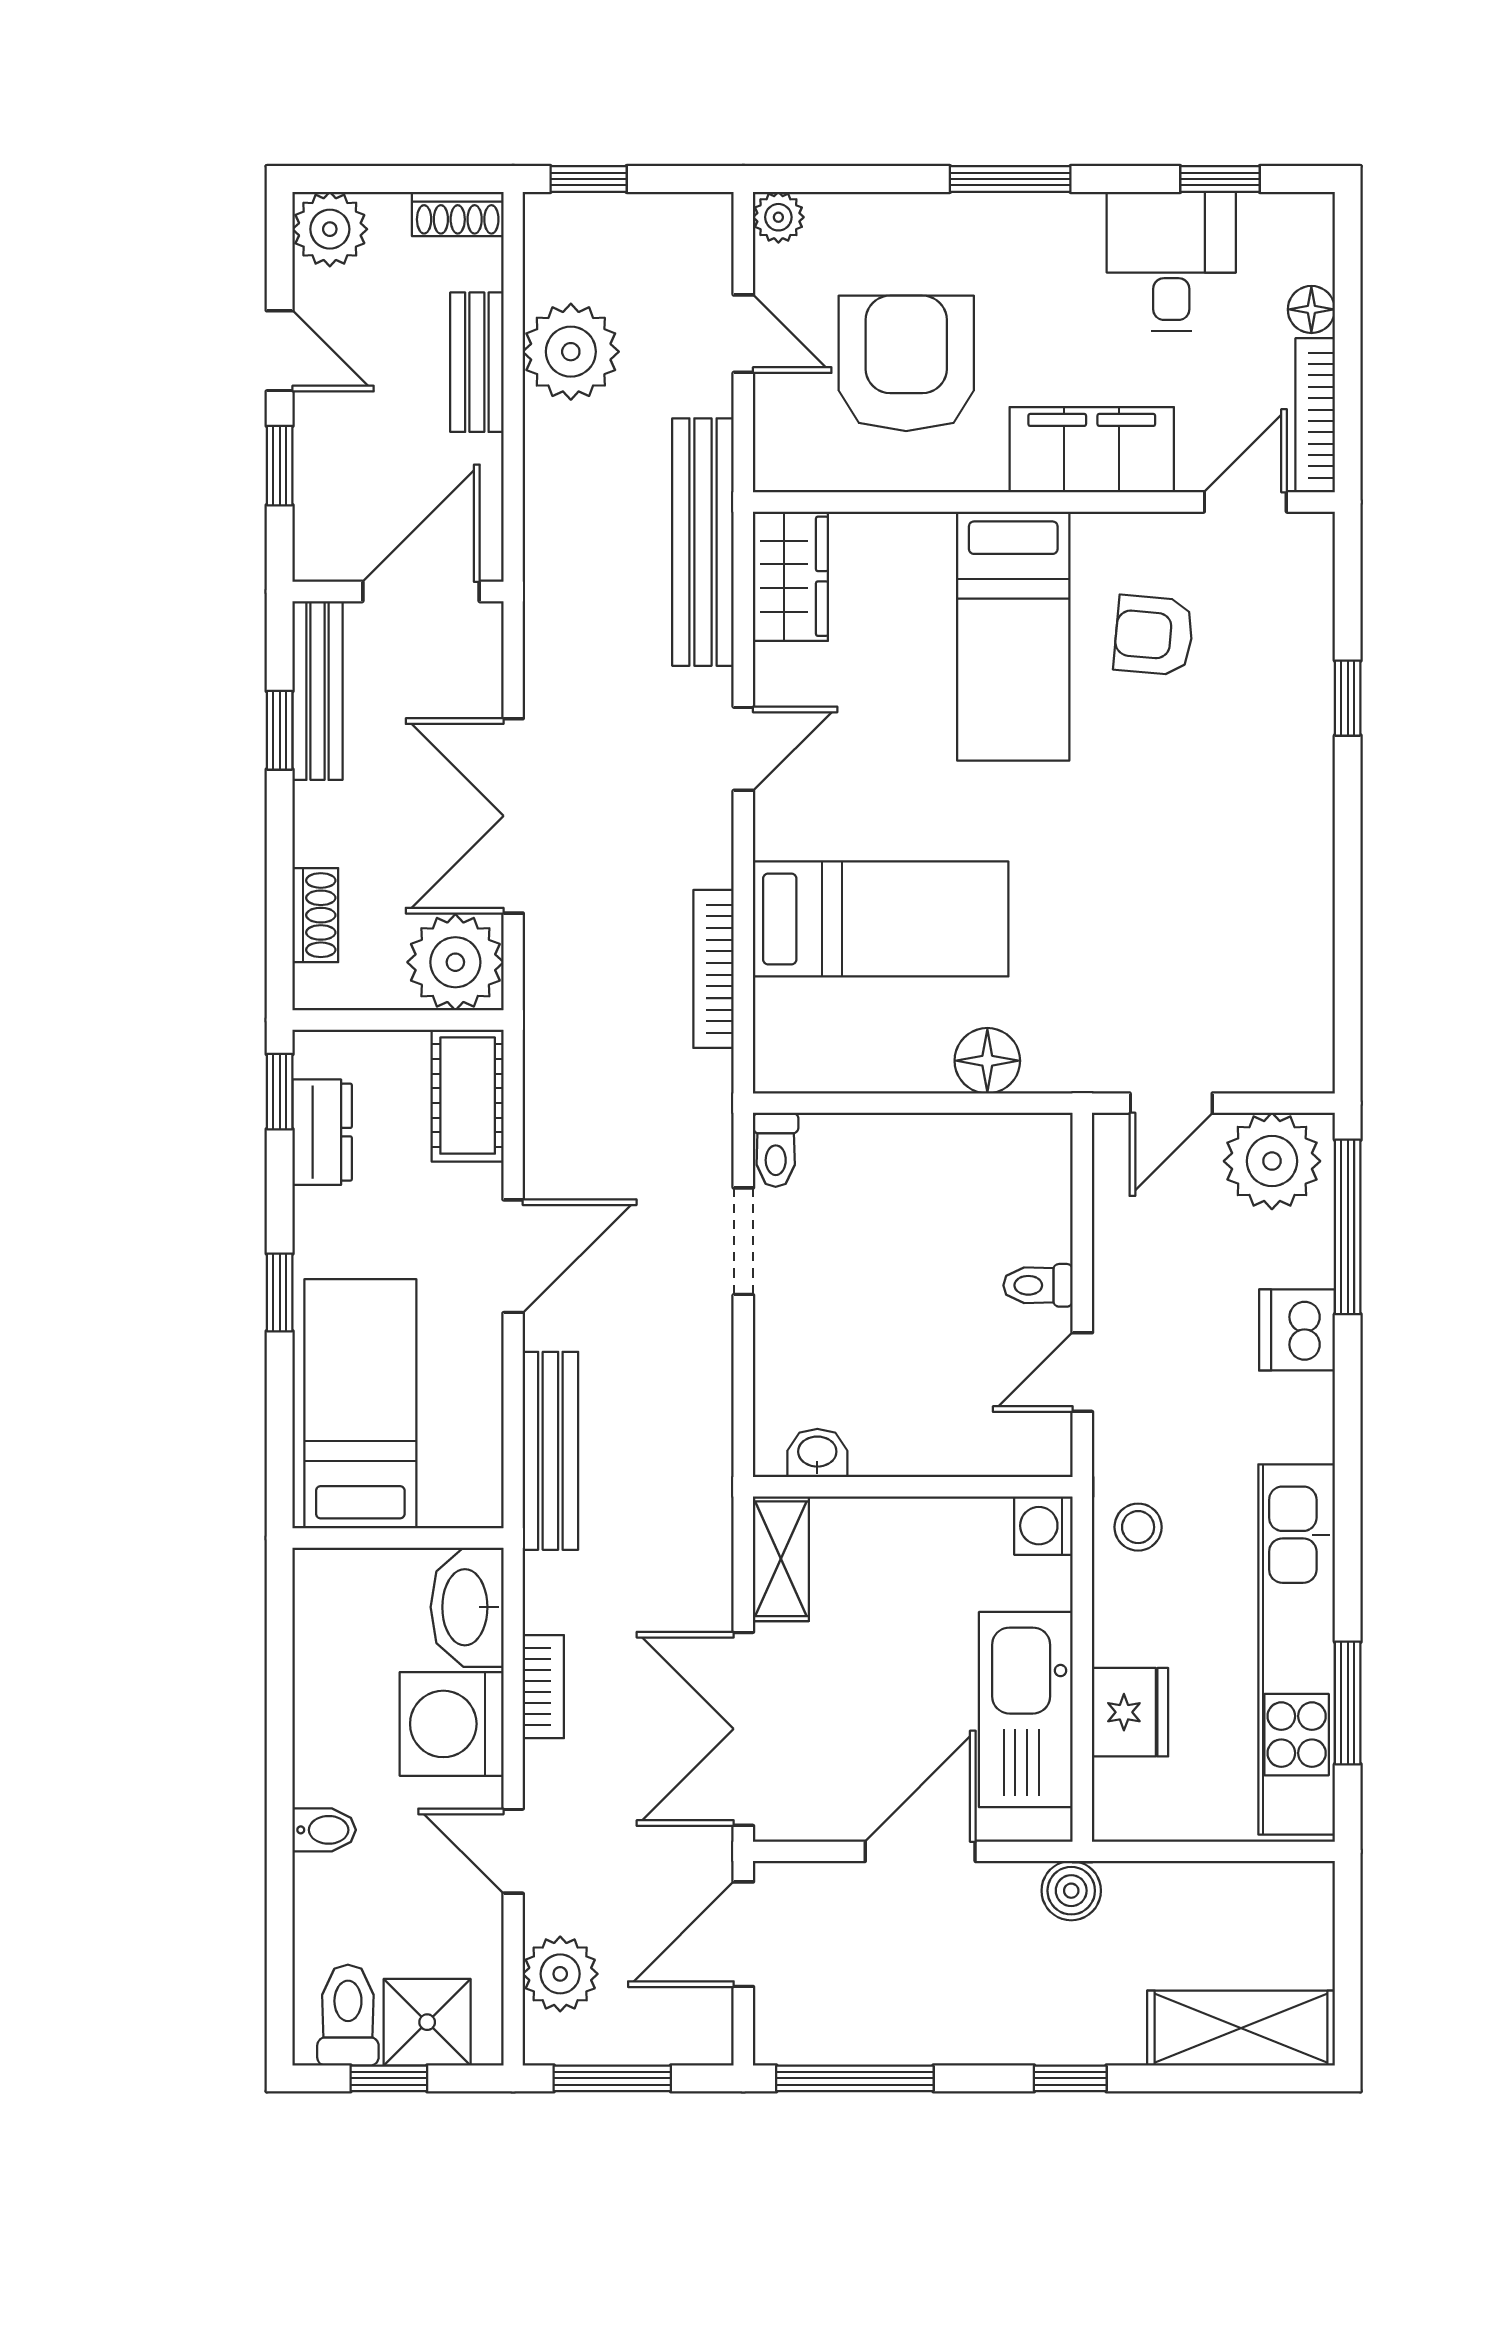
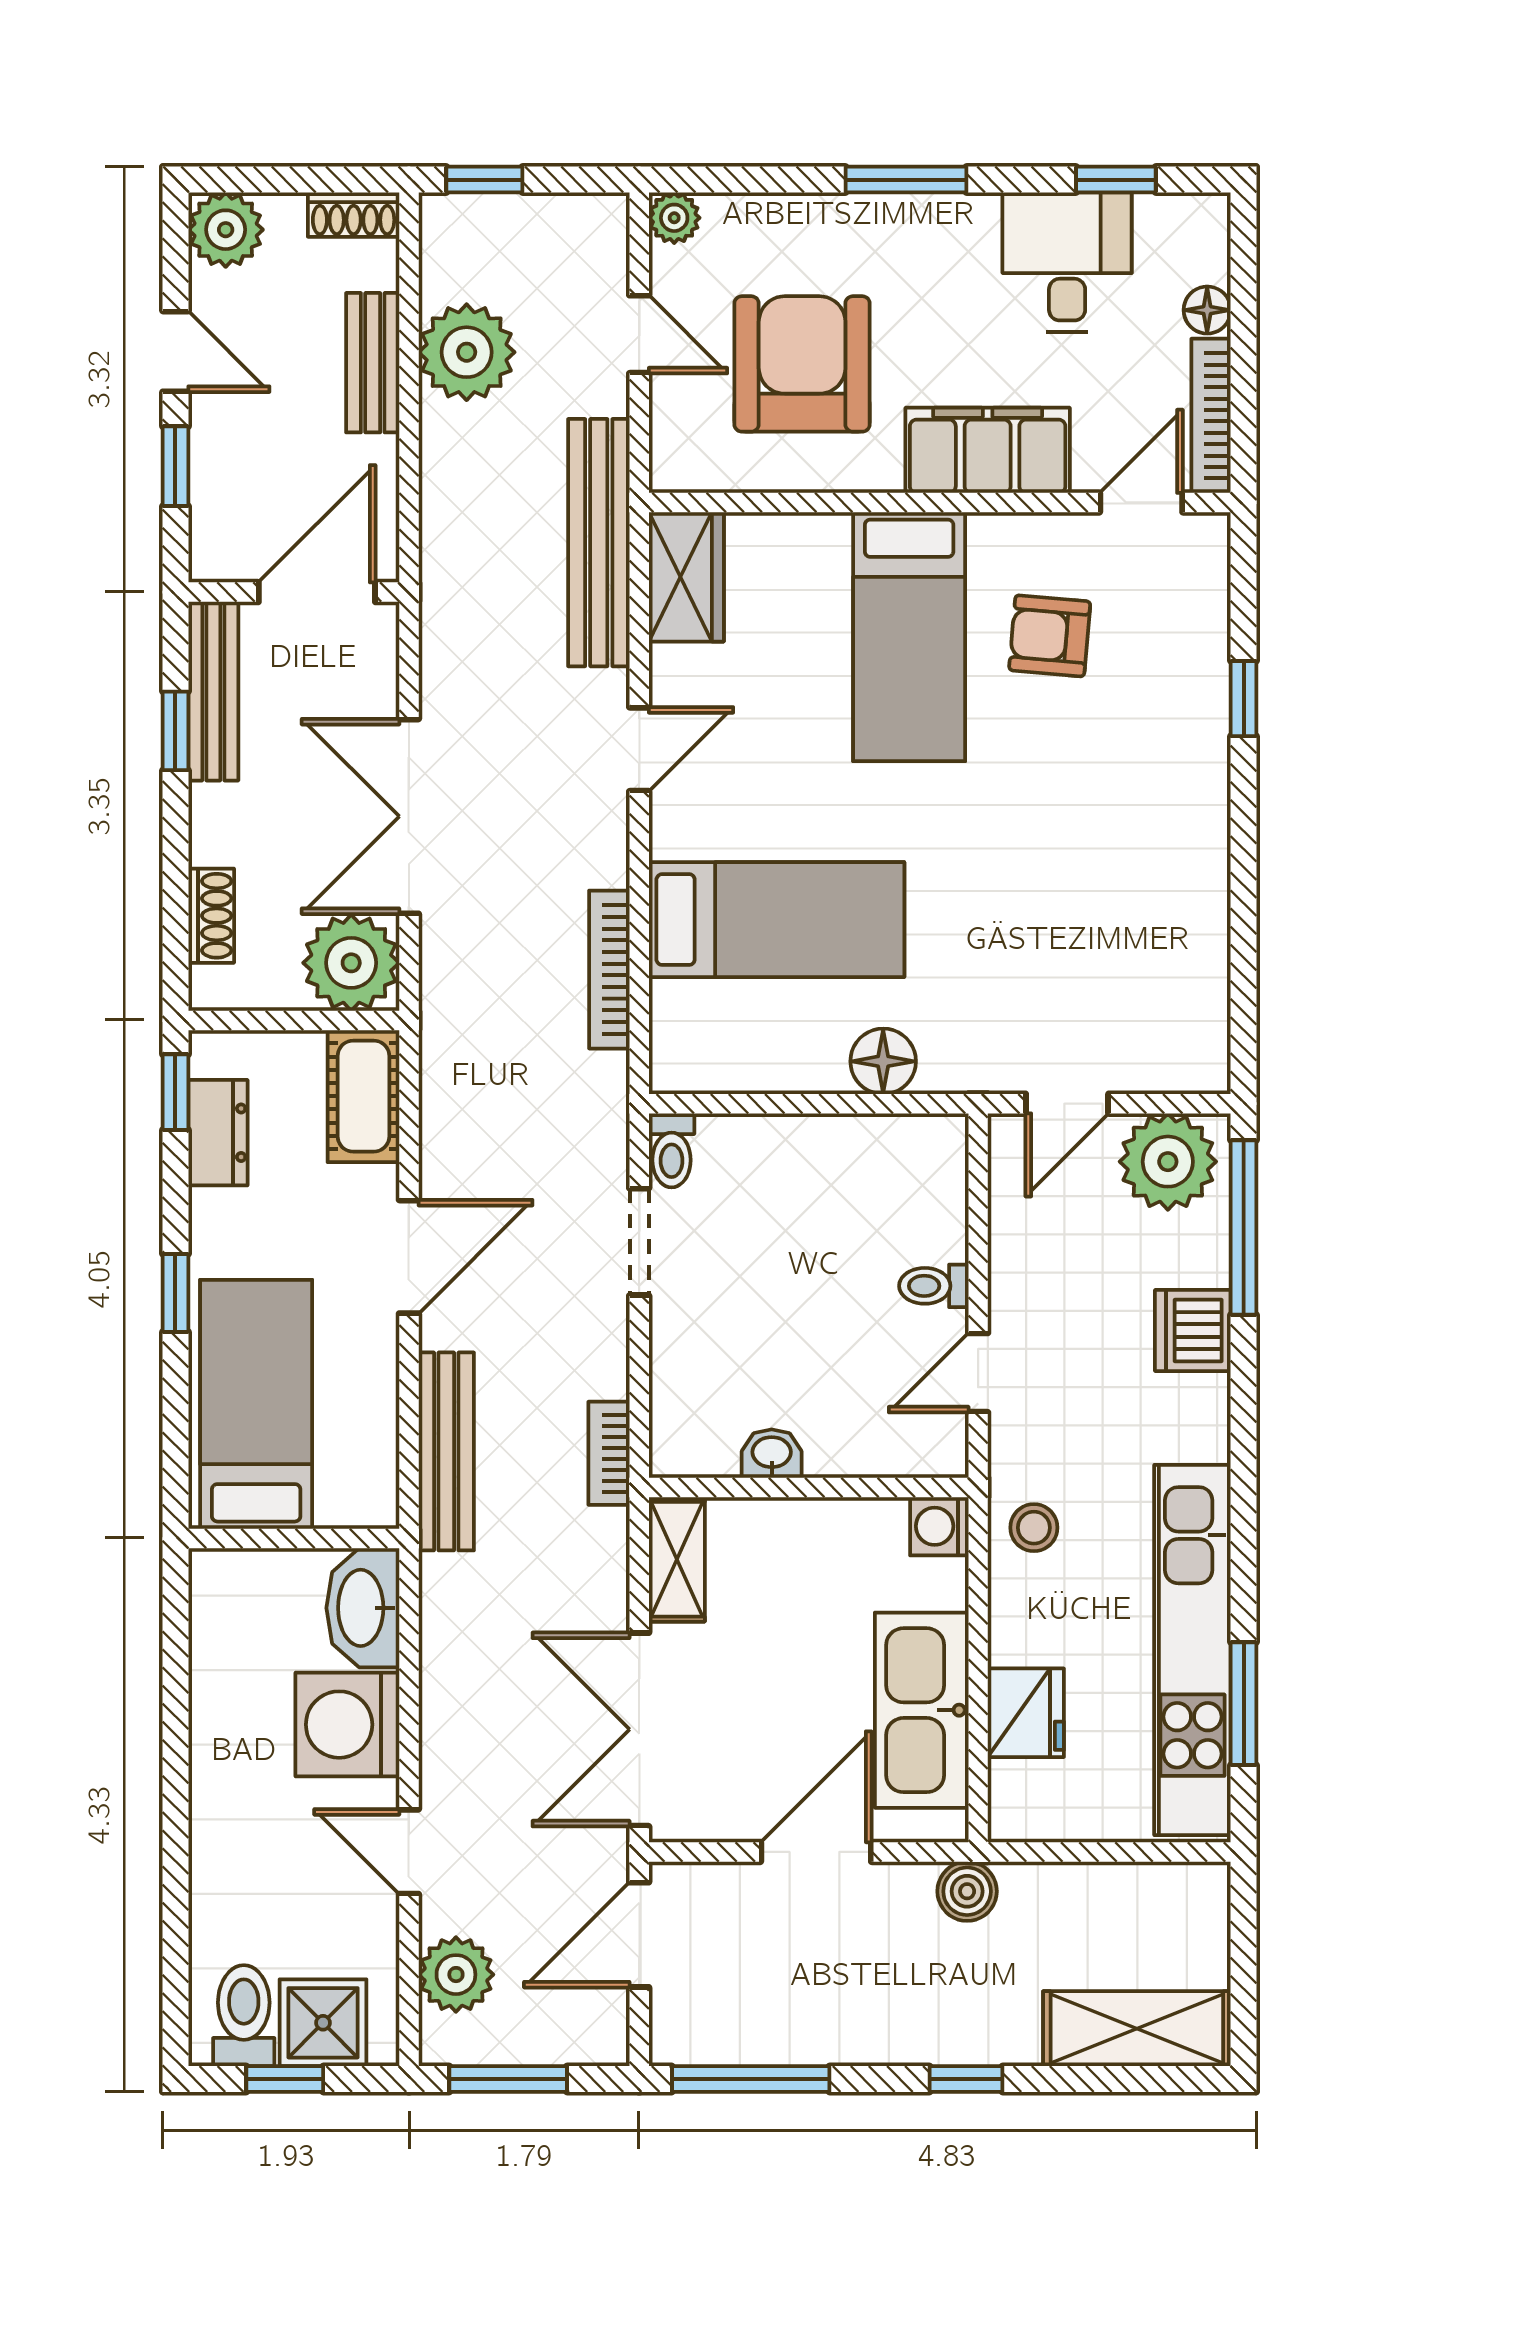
washbasin: (817, 1453) -> (772, 1454), moved
bookcase: (543, 1687) -> (609, 1453), moved, turned 180
bidet: (324, 1830) -> (220, 1830), removed

